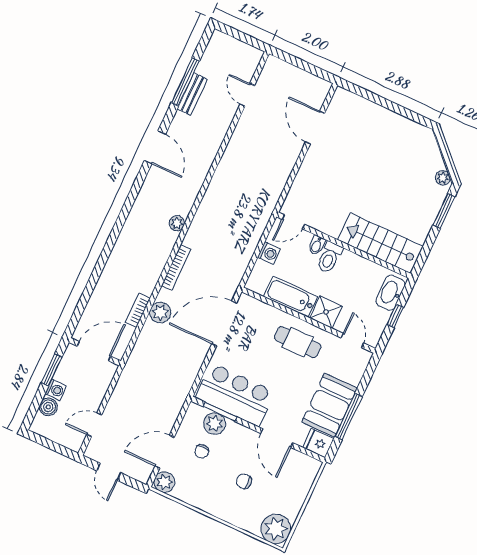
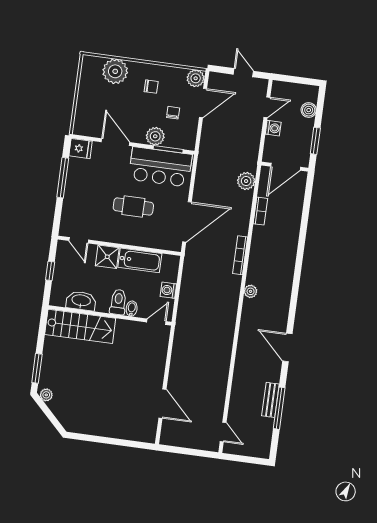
door: (247, 95) -> (223, 432), moved
washbasin: (390, 293) -> (81, 301), moved, turned -90
plant: (160, 313) -> (246, 181), moved
cafe table: (298, 342) -> (133, 207), moved
washing machine: (56, 390) -> (273, 128), moved, turned 180
booth: (330, 405) -> (81, 182), removed
plant: (215, 424) -> (155, 136), moved
chair: (244, 481) -> (151, 87), moved
plant: (276, 529) -> (115, 71), moved

